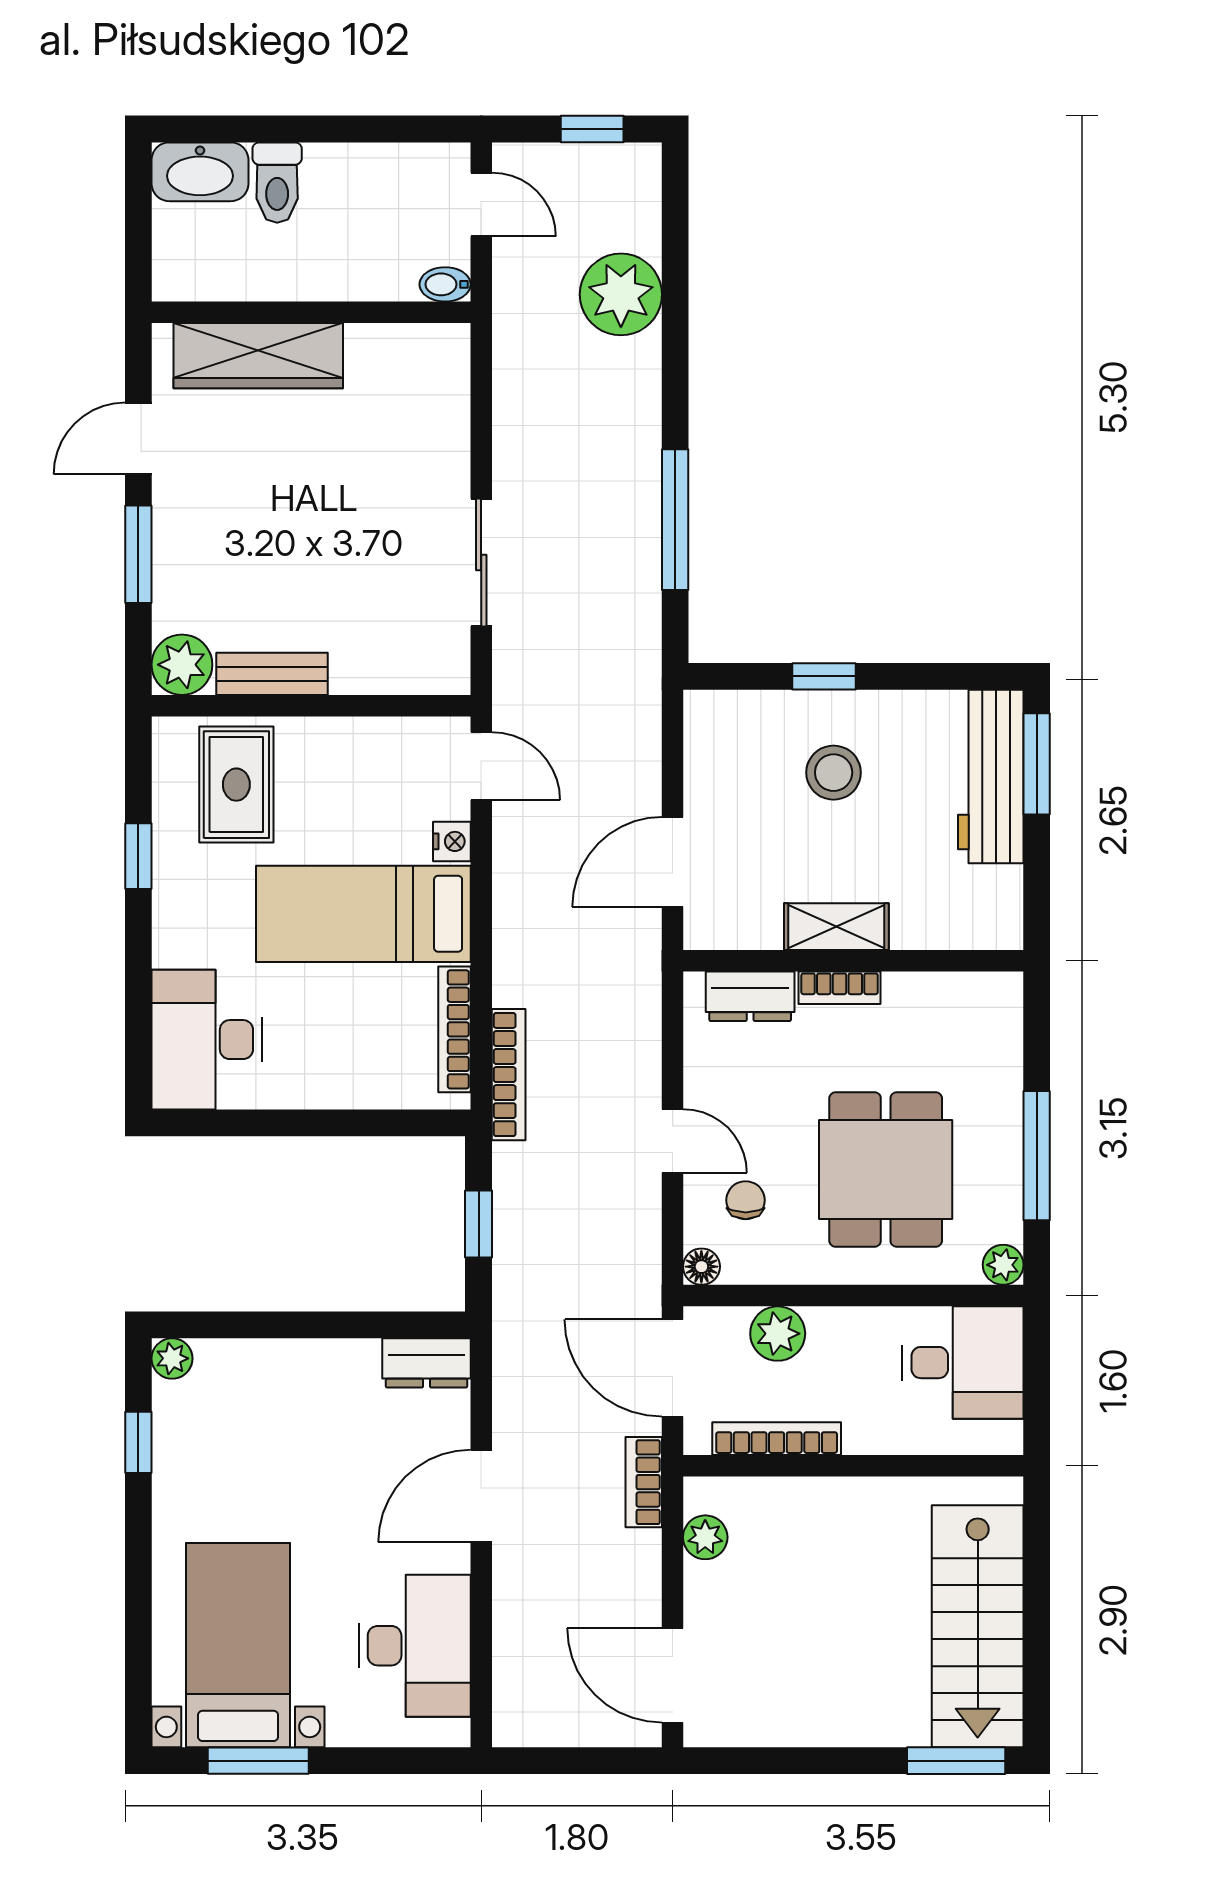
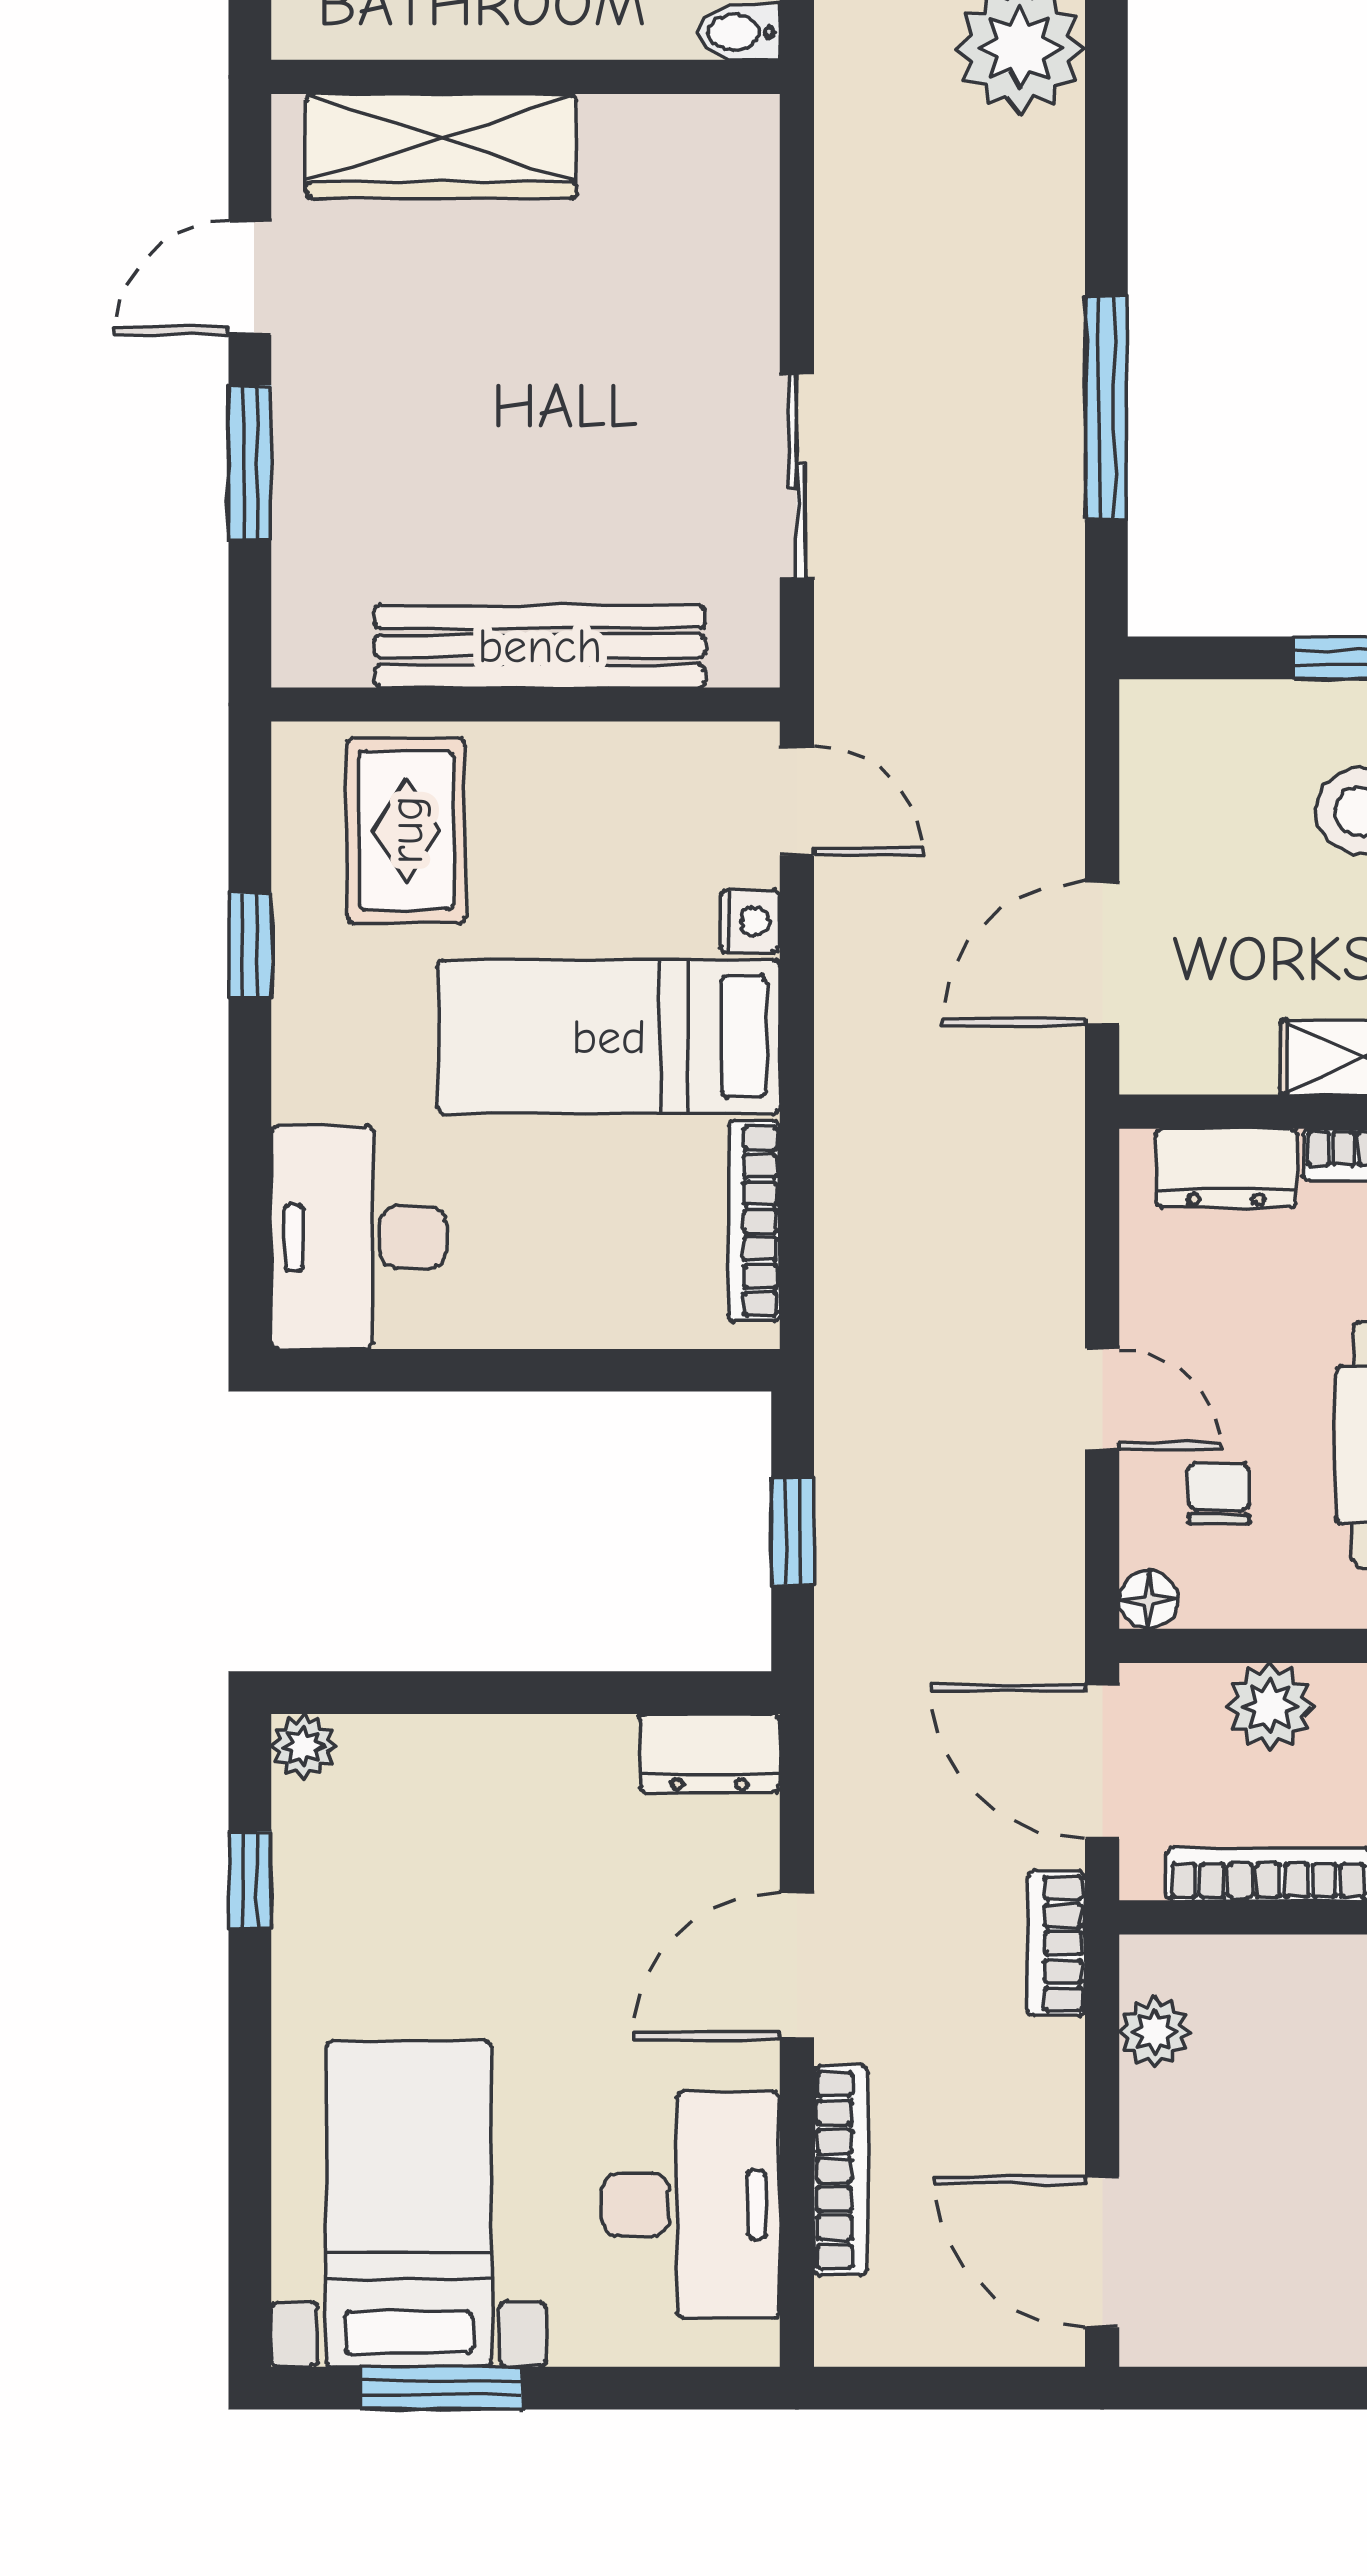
plant: (182, 665) -> (319, 639), removed
bench: (272, 674) -> (540, 646), width x1.86, depth x1.21
bookcase: (509, 1075) -> (841, 2170), moved

